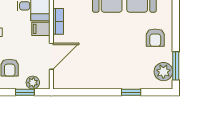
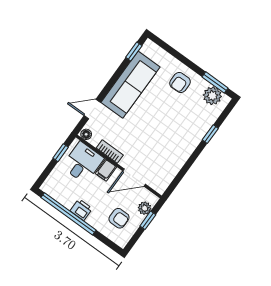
armchair: (155, 38) -> (180, 83), turned 90
door: (51, 56) -> (134, 178), swing flipped

